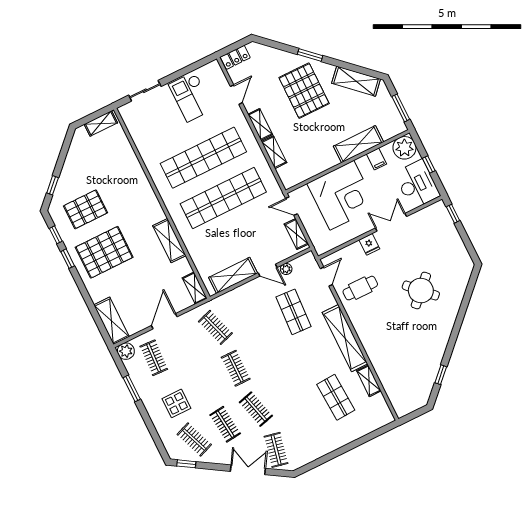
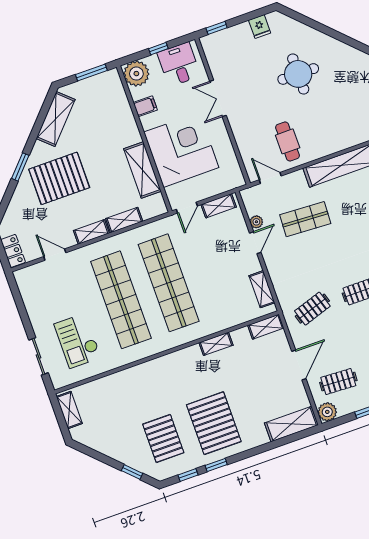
checkout: (191, 97) -> (78, 341), moved, turned 90
shelving: (358, 144) -> (142, 170), moved
desk: (417, 184) -> (179, 64), width x0.73
shelving: (169, 241) -> (216, 344), width x0.67, depth x0.75
fridge: (369, 244) -> (260, 27), moved, turned 90
shelving: (233, 275) -> (262, 289), width x0.67, depth x0.75
round table: (421, 290) -> (298, 74), turned 45
door: (164, 321) -> (299, 365), swing flipped

